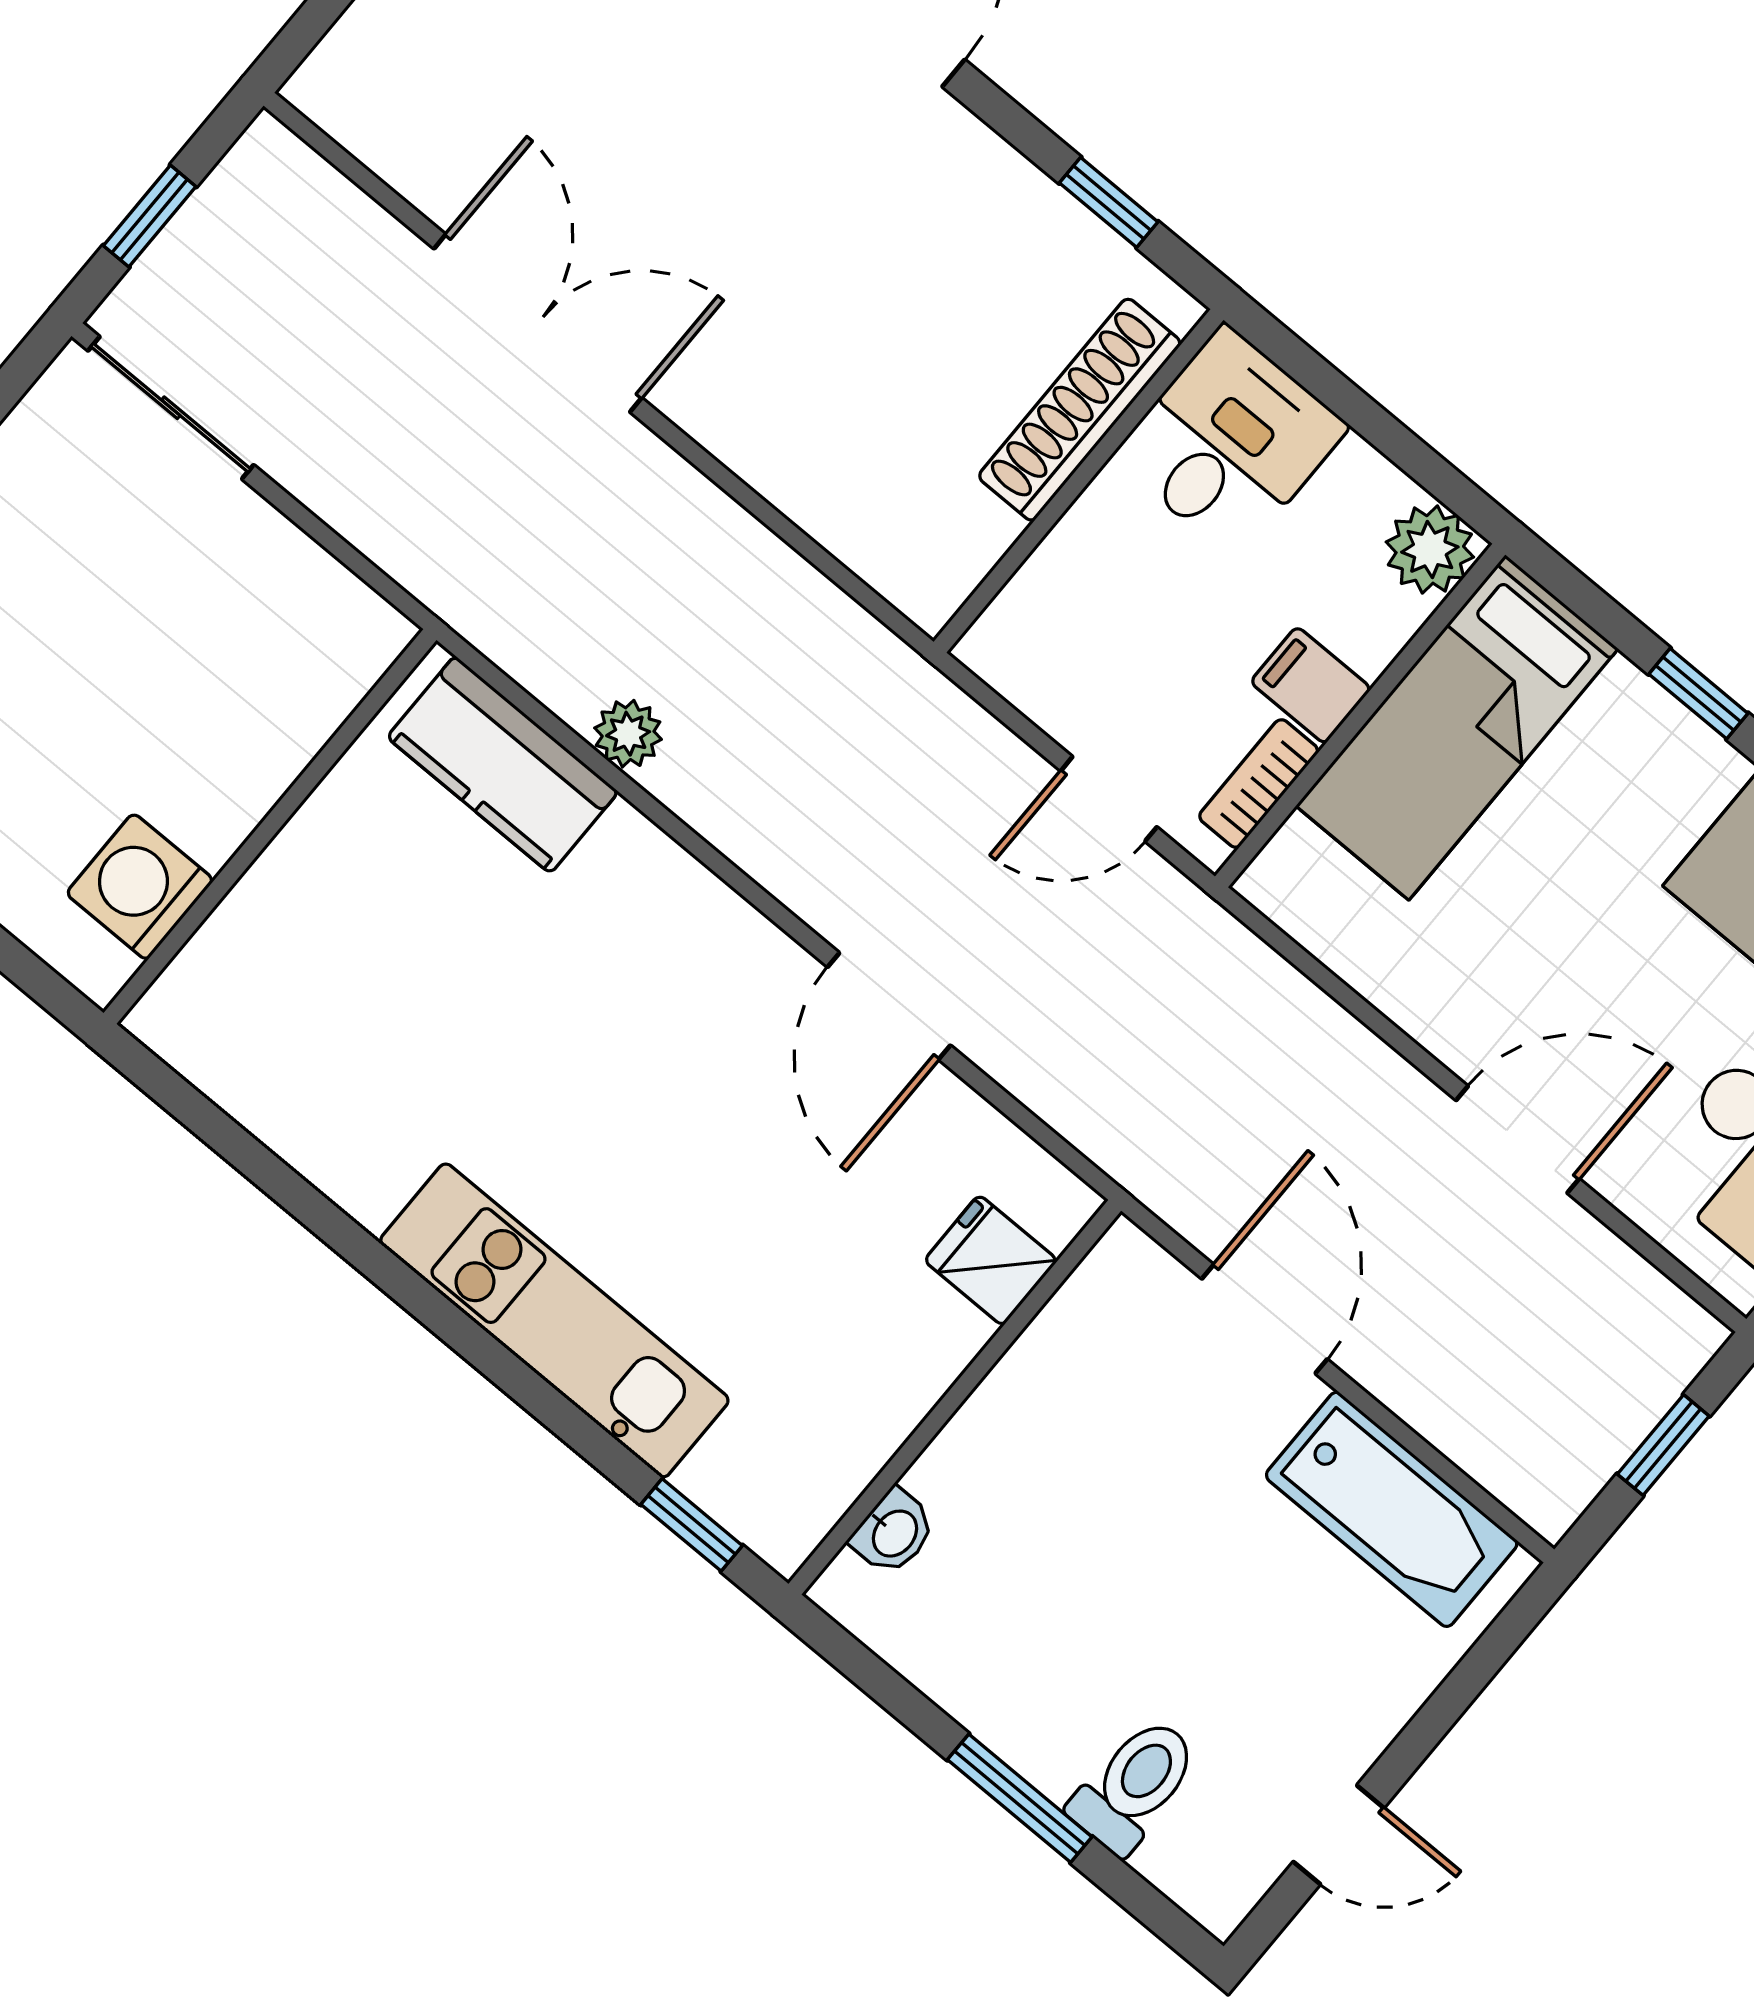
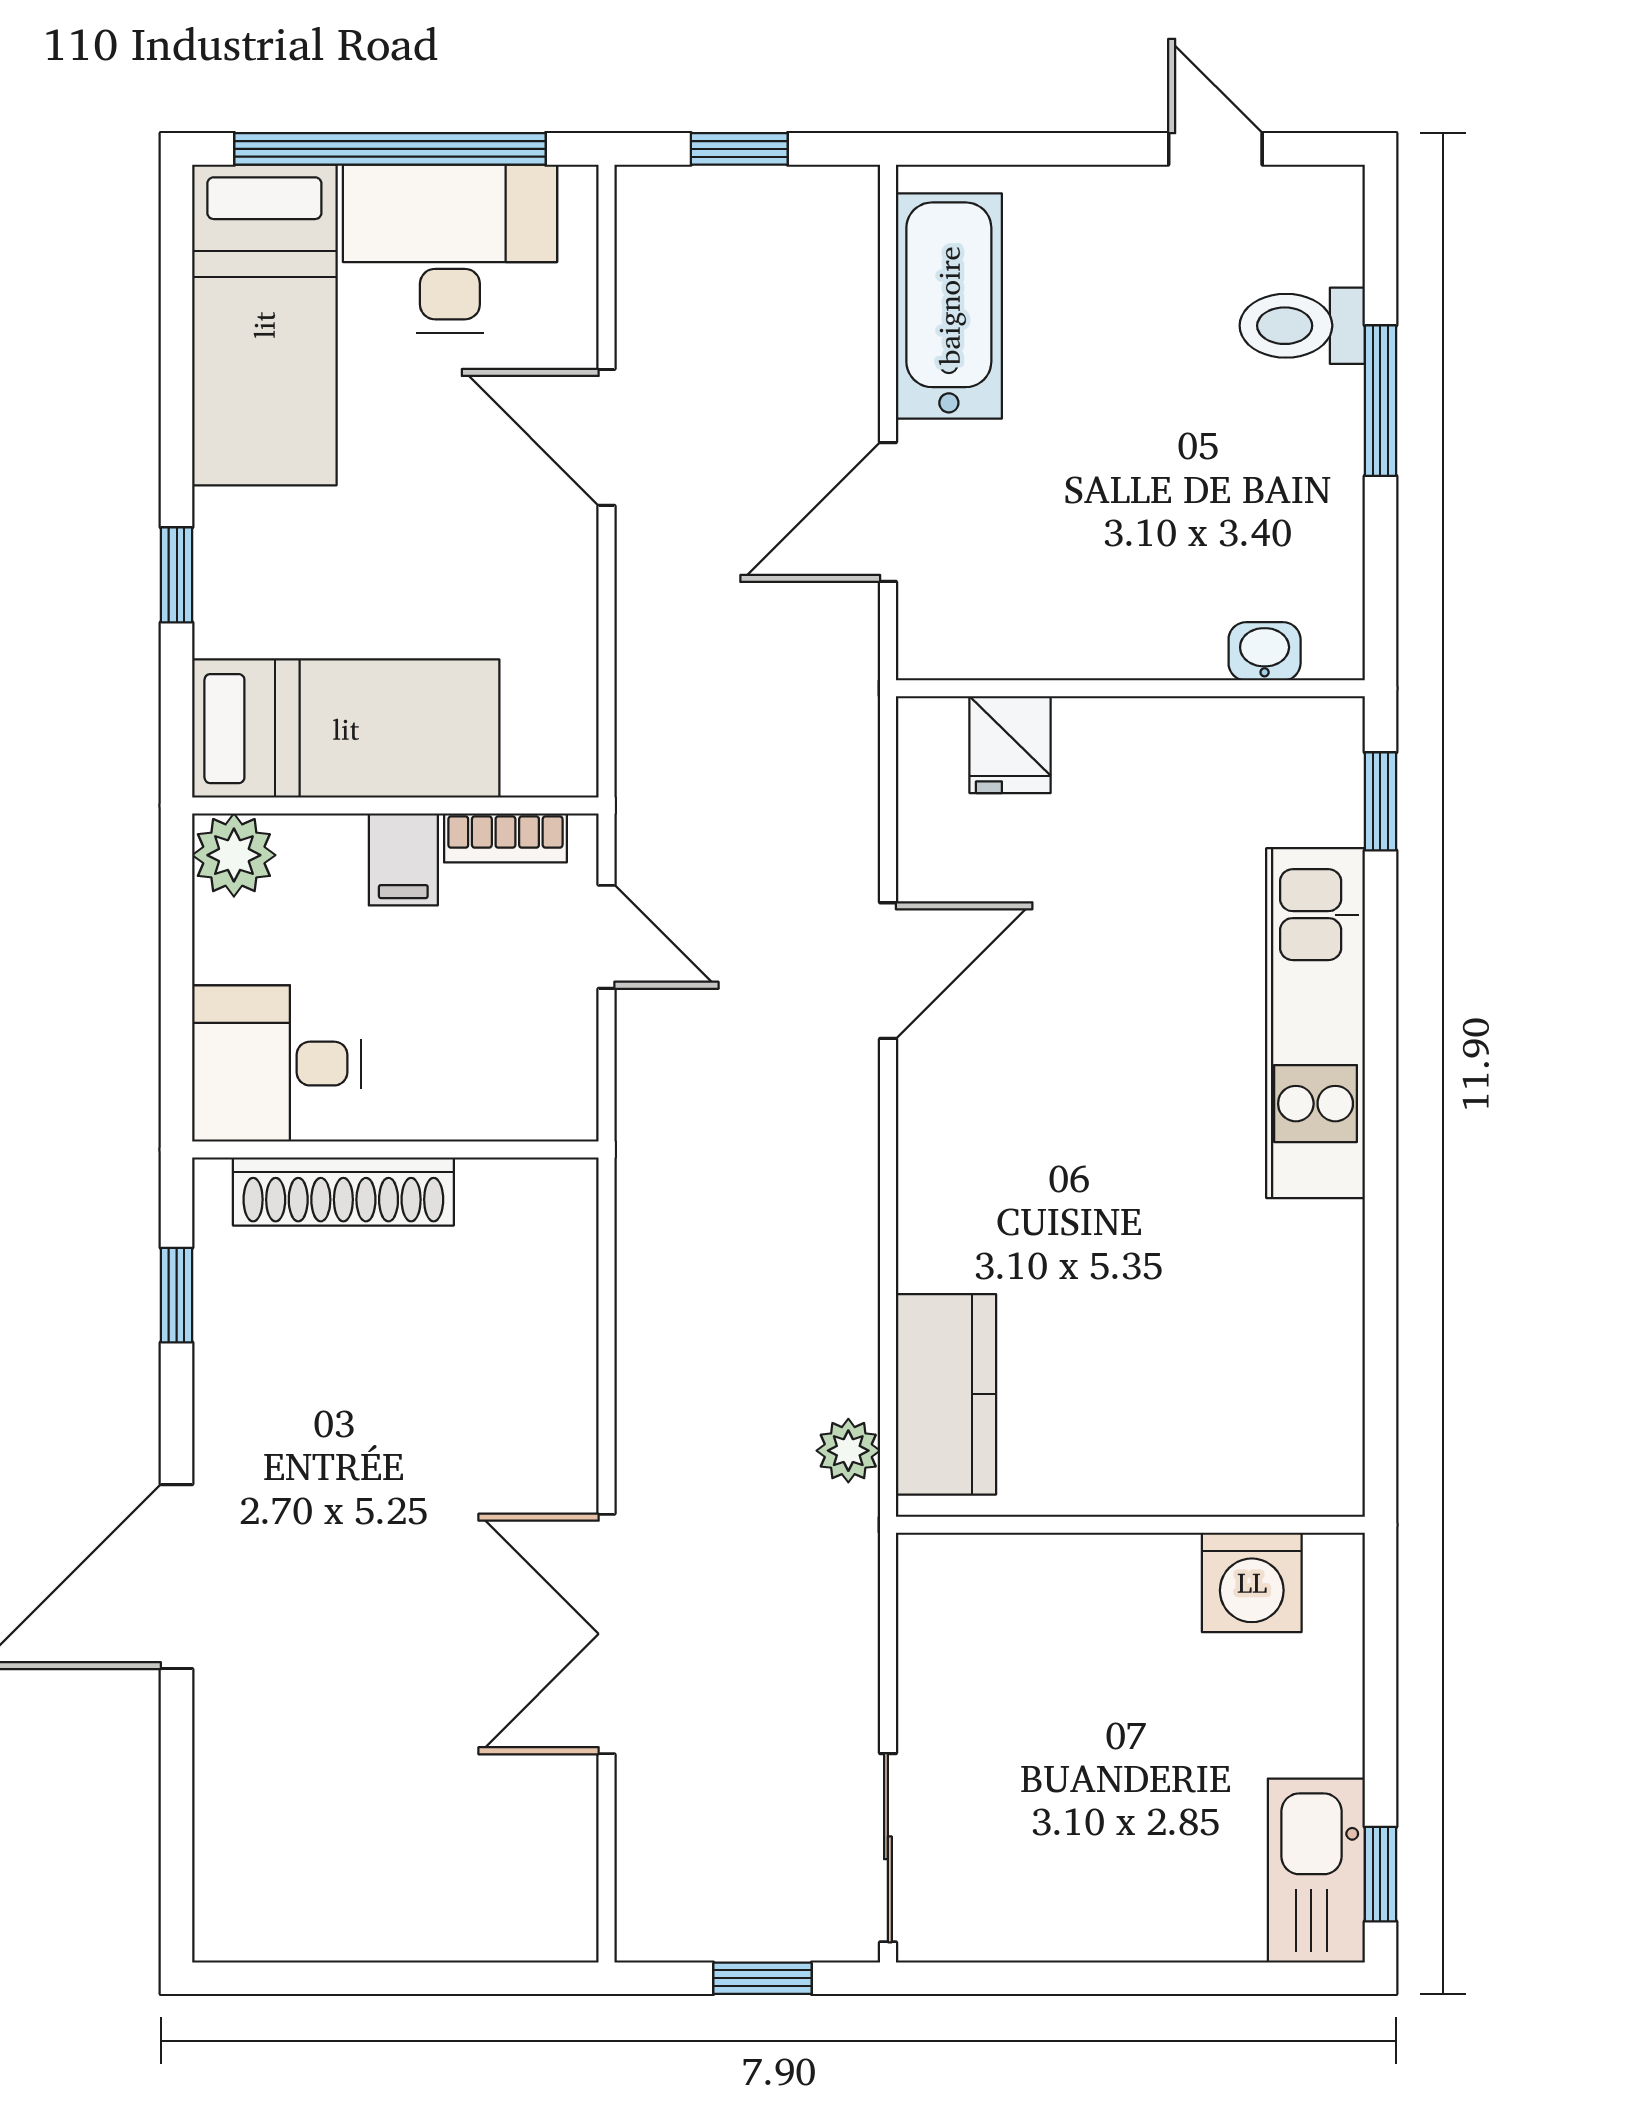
plant: (628, 734) -> (848, 1451), moved

